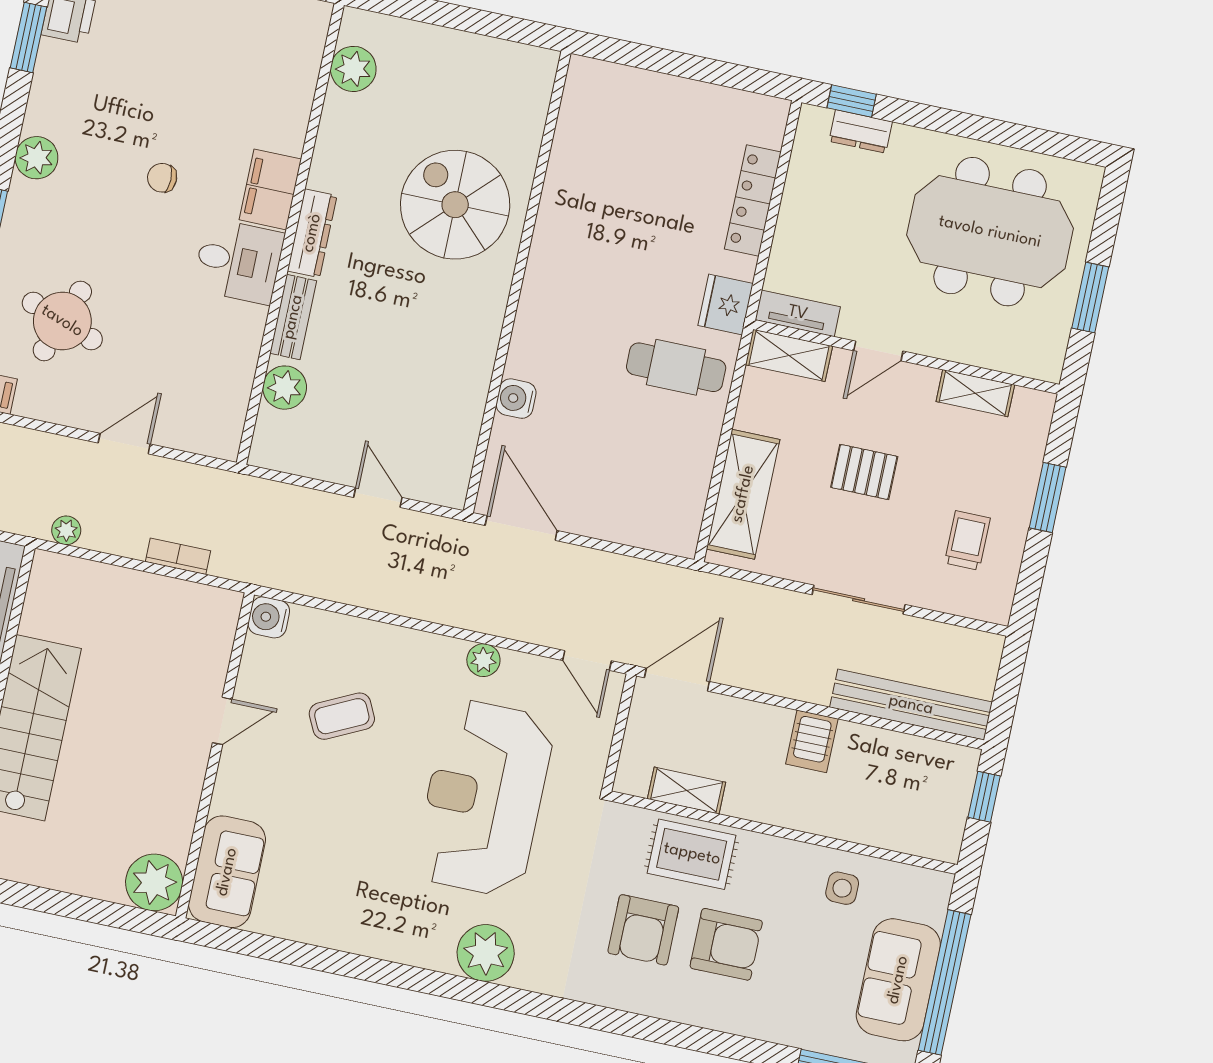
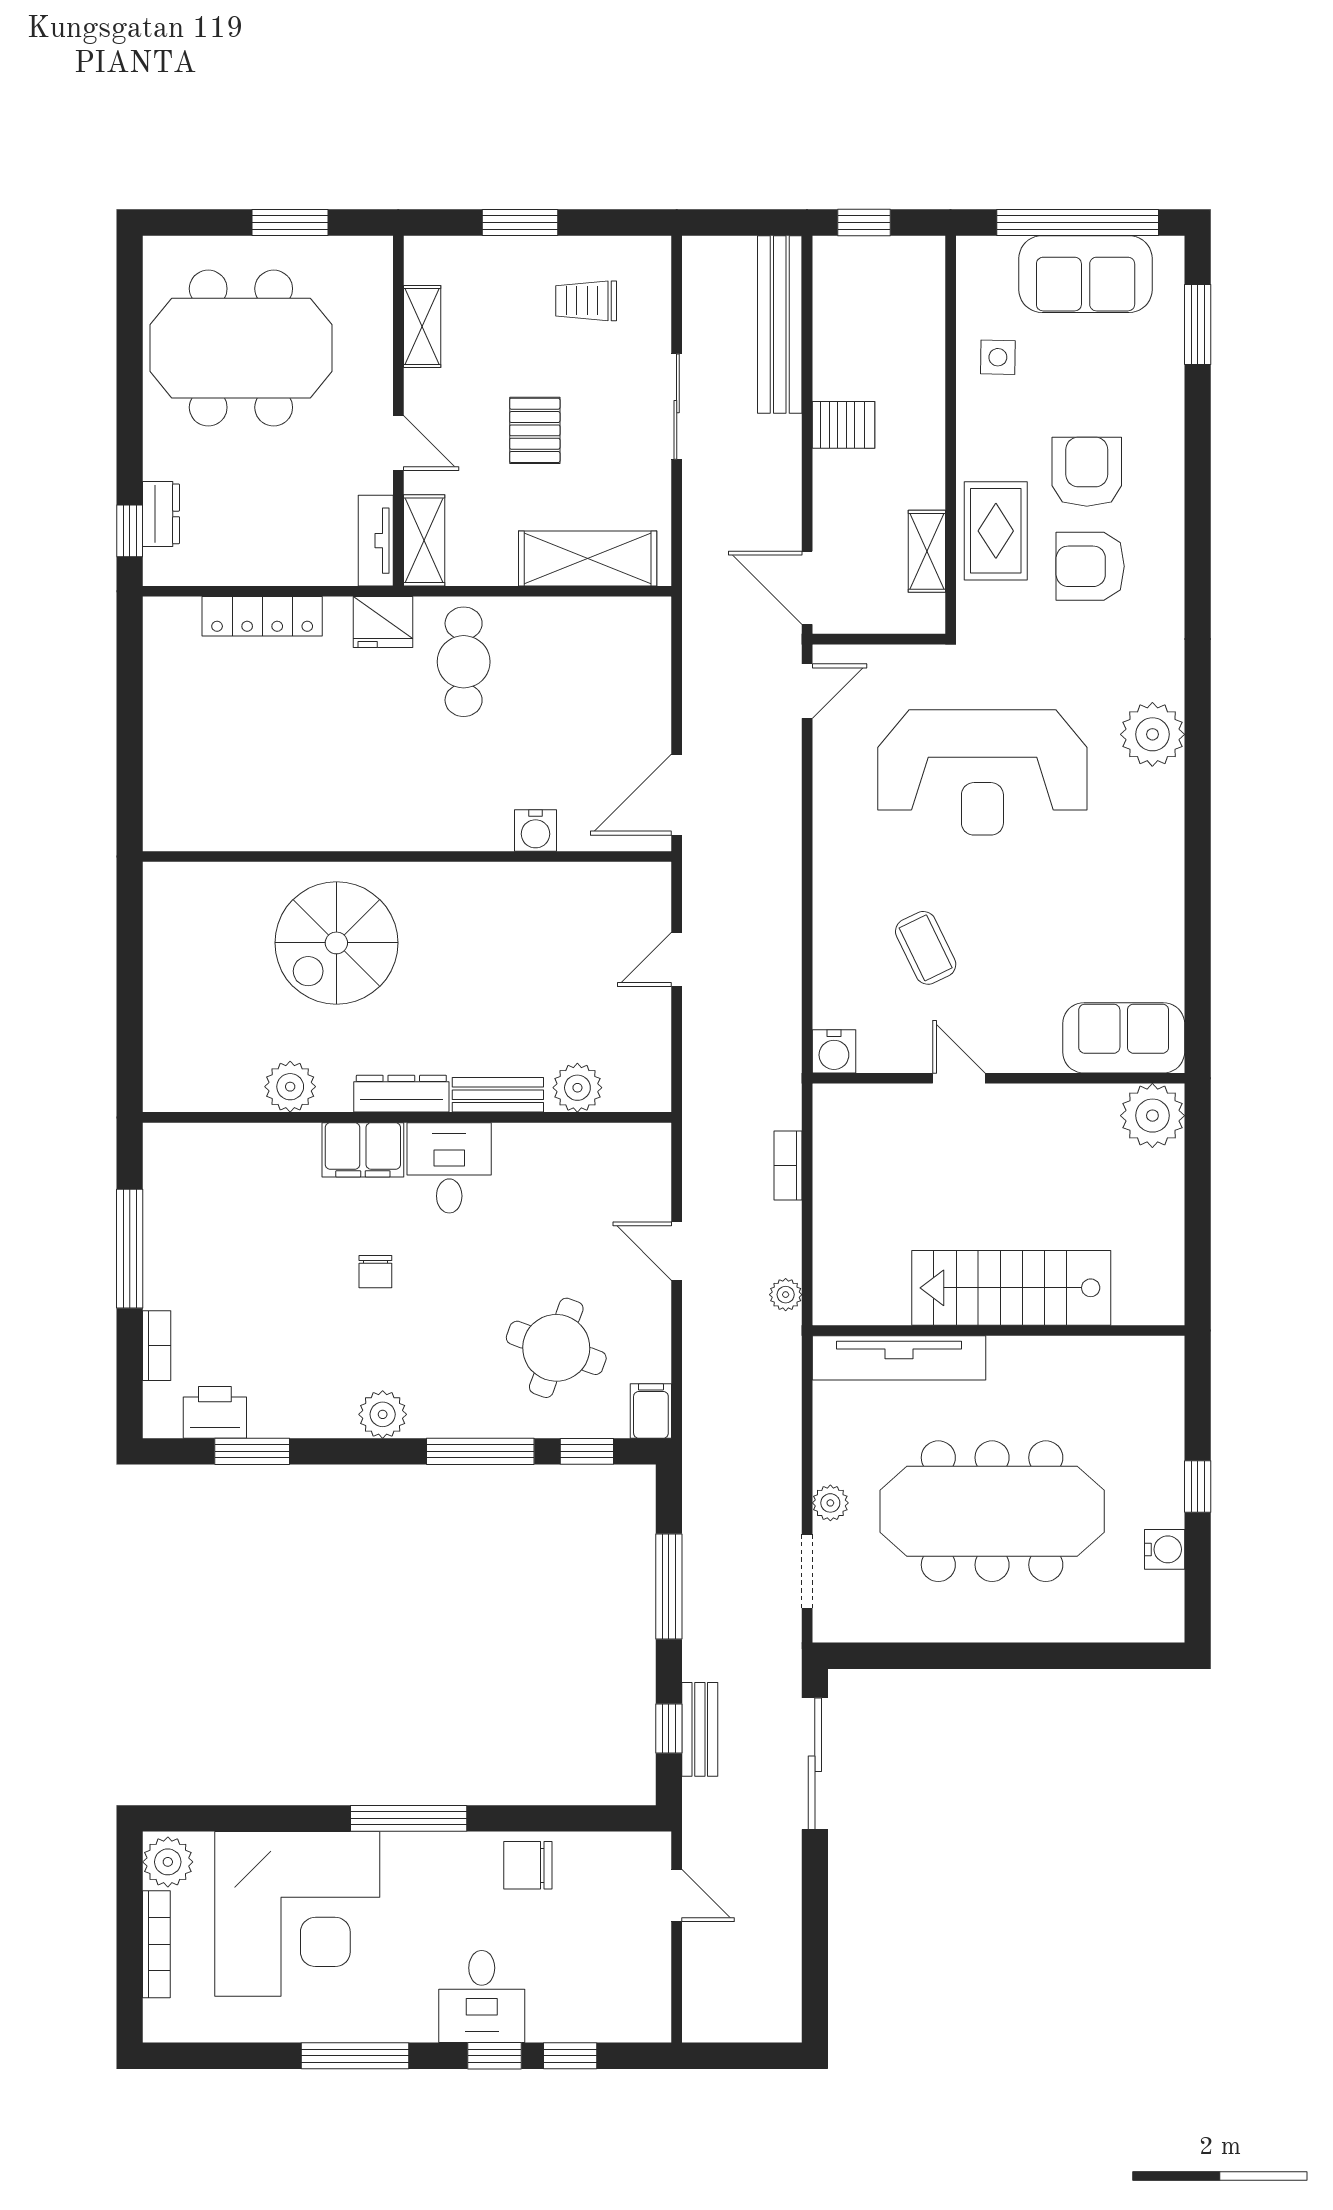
plant: (353, 69) -> (290, 1087), moved
meeting table: (990, 232) -> (241, 348), turned 90
plant: (483, 660) -> (831, 805), removed
armchair: (643, 930) -> (1090, 566), turned 180

